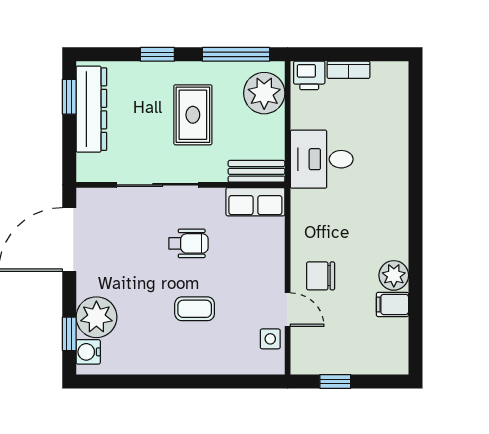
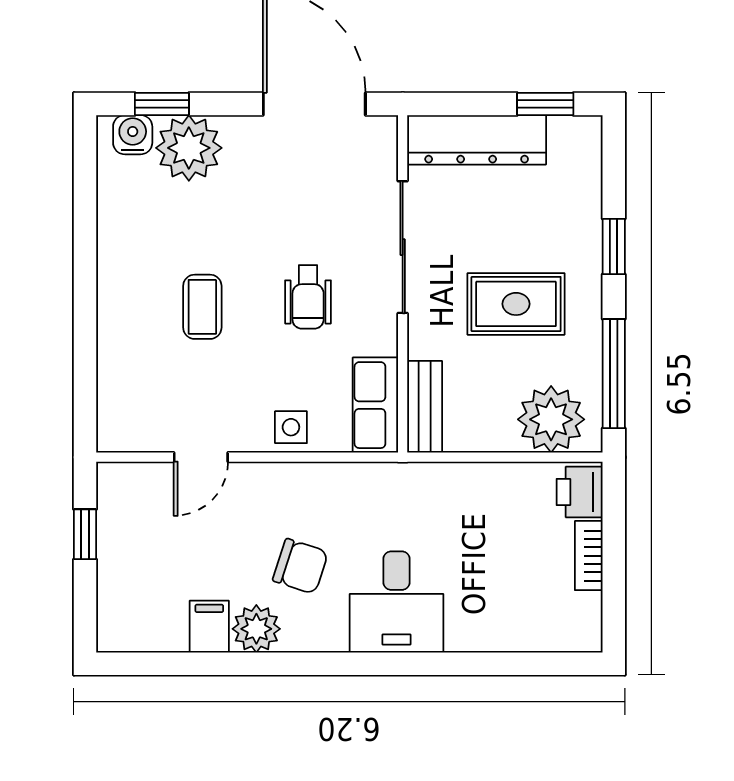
dresser: (91, 109) -> (477, 140), moved
desk: (322, 159) -> (397, 602), moved, turned 180
chair: (321, 276) -> (300, 566), moved, turned 108
side table: (270, 339) -> (291, 427), moved

